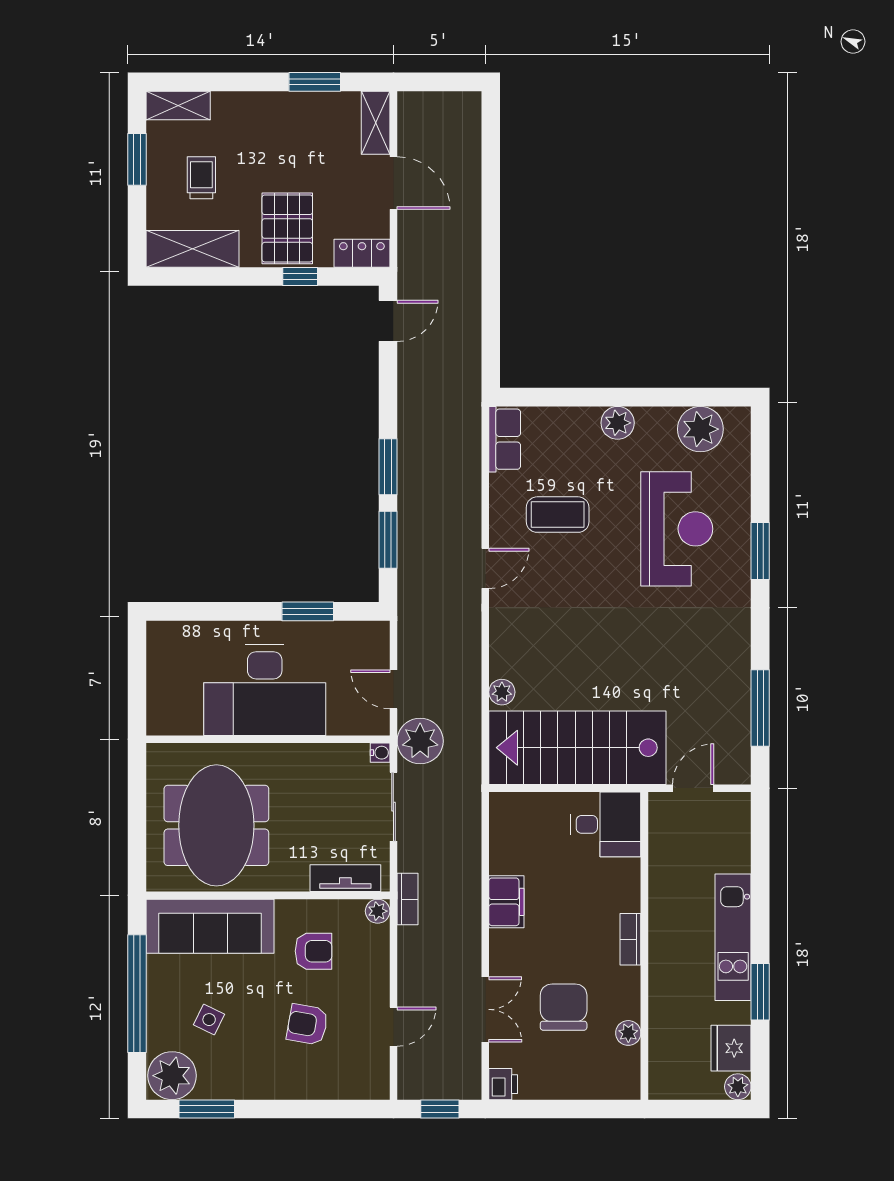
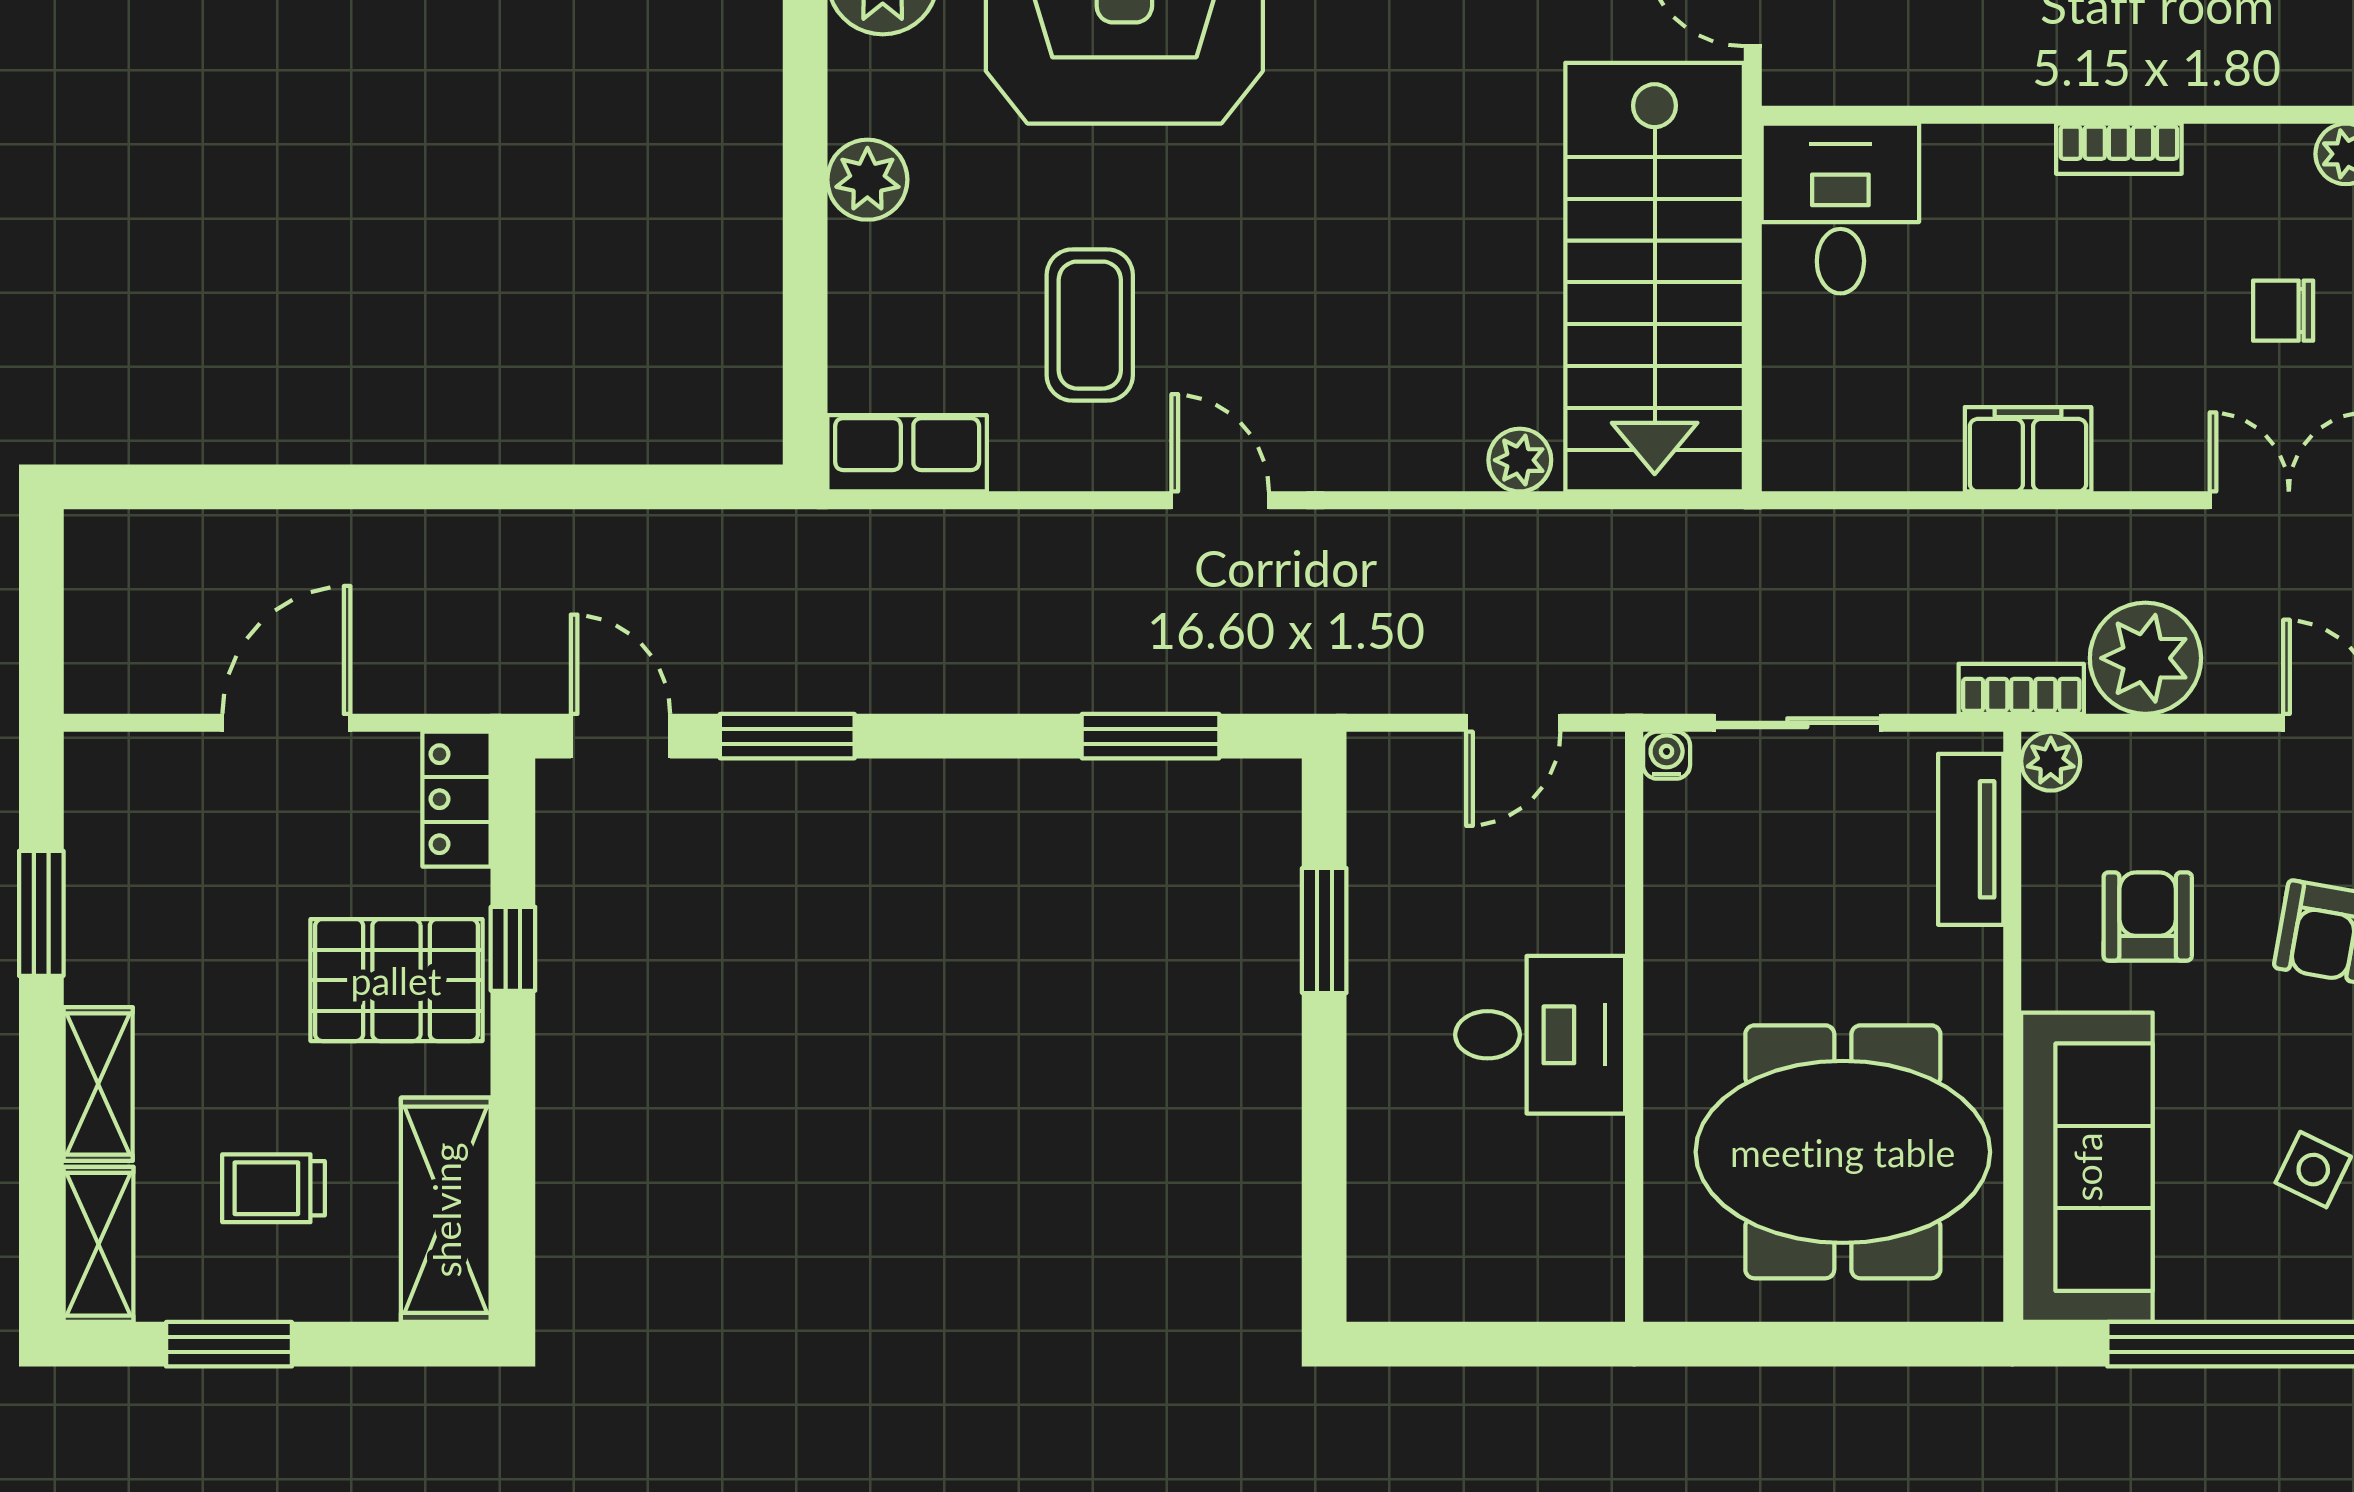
shelving: (376, 123) -> (98, 1084), moved, turned 90
window: (388, 467) -> (787, 736), moved
desk: (265, 690) -> (1540, 1035), width x0.53, depth x0.77
plant: (420, 741) -> (2145, 658), moved
chair: (564, 1007) -> (2283, 311), width x0.54, depth x0.54

